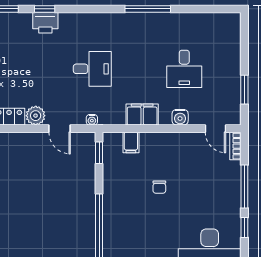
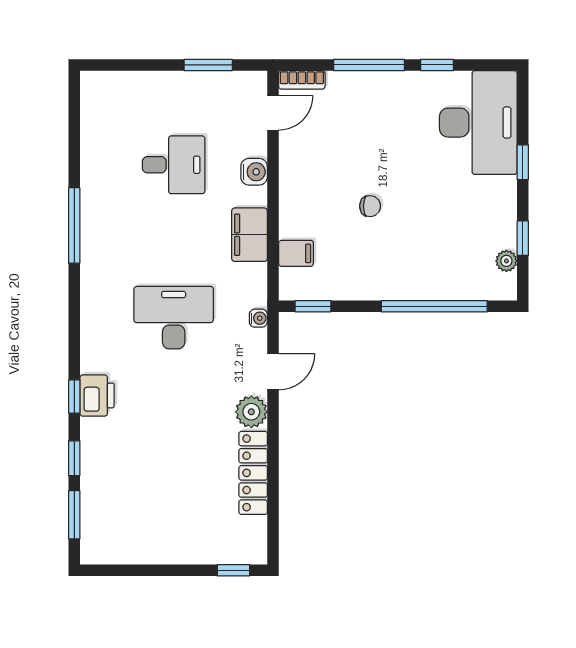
desk: (92, 69) -> (174, 318), width x1.37

